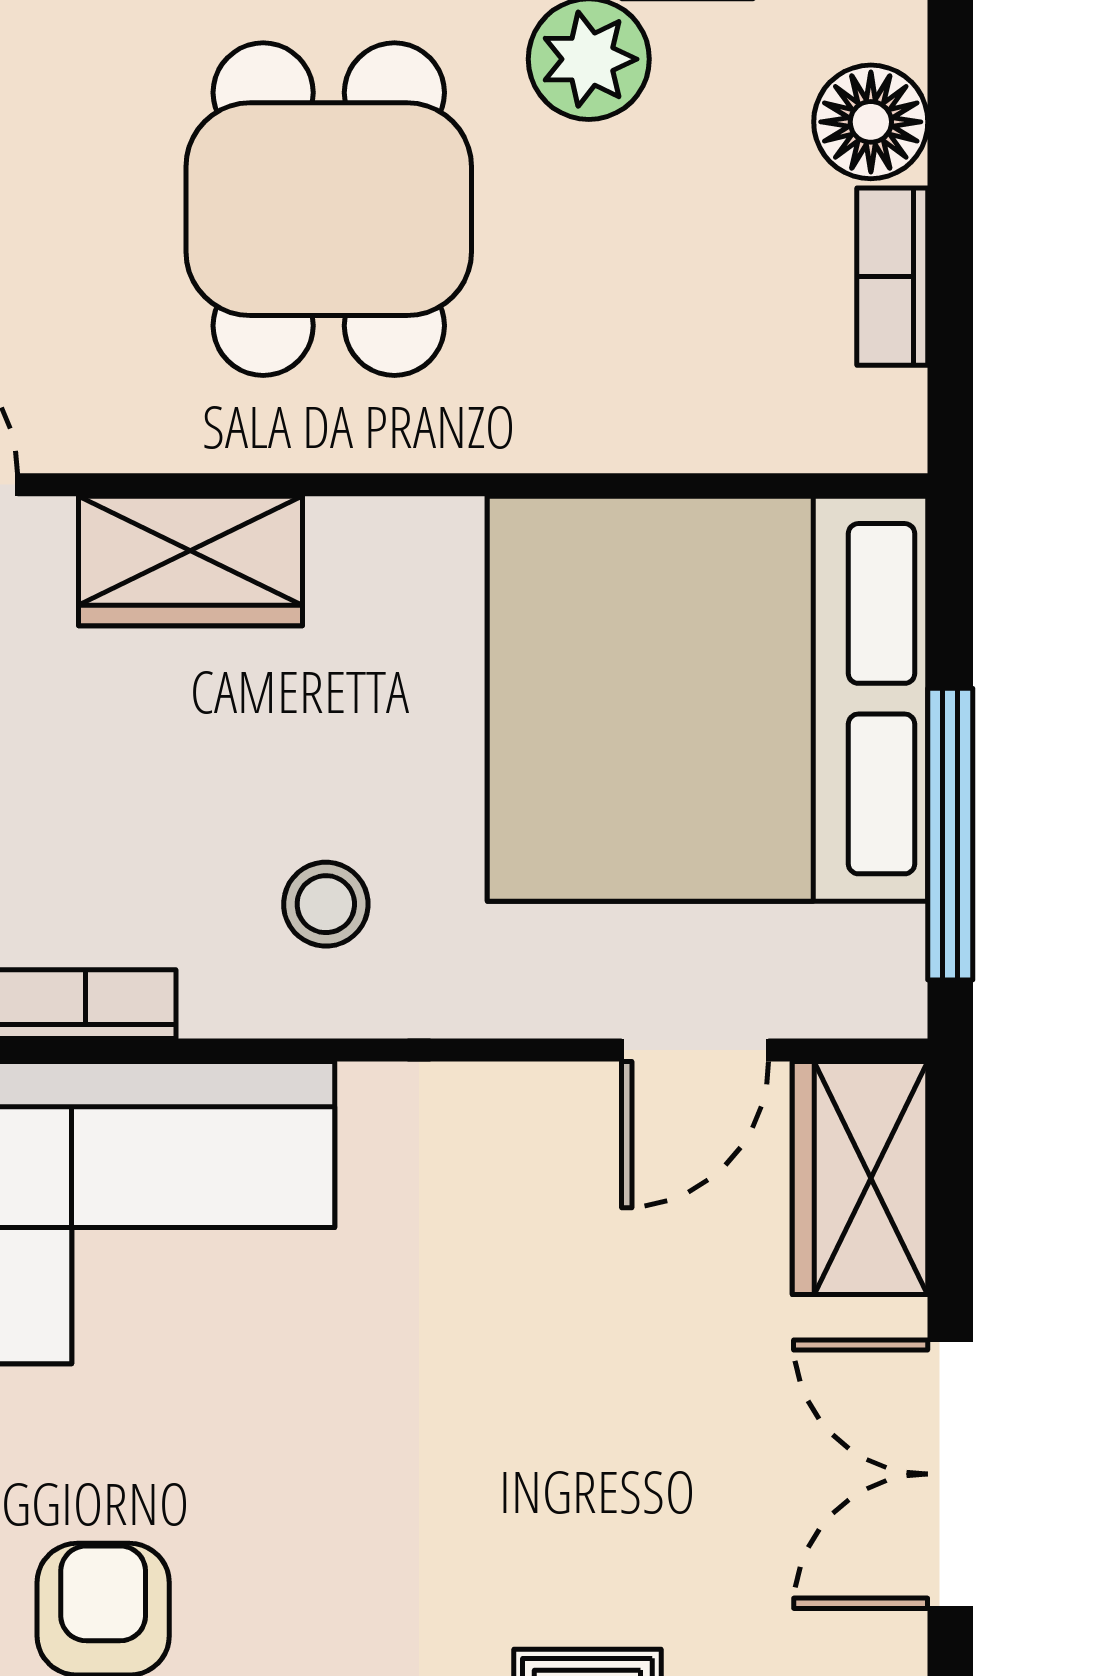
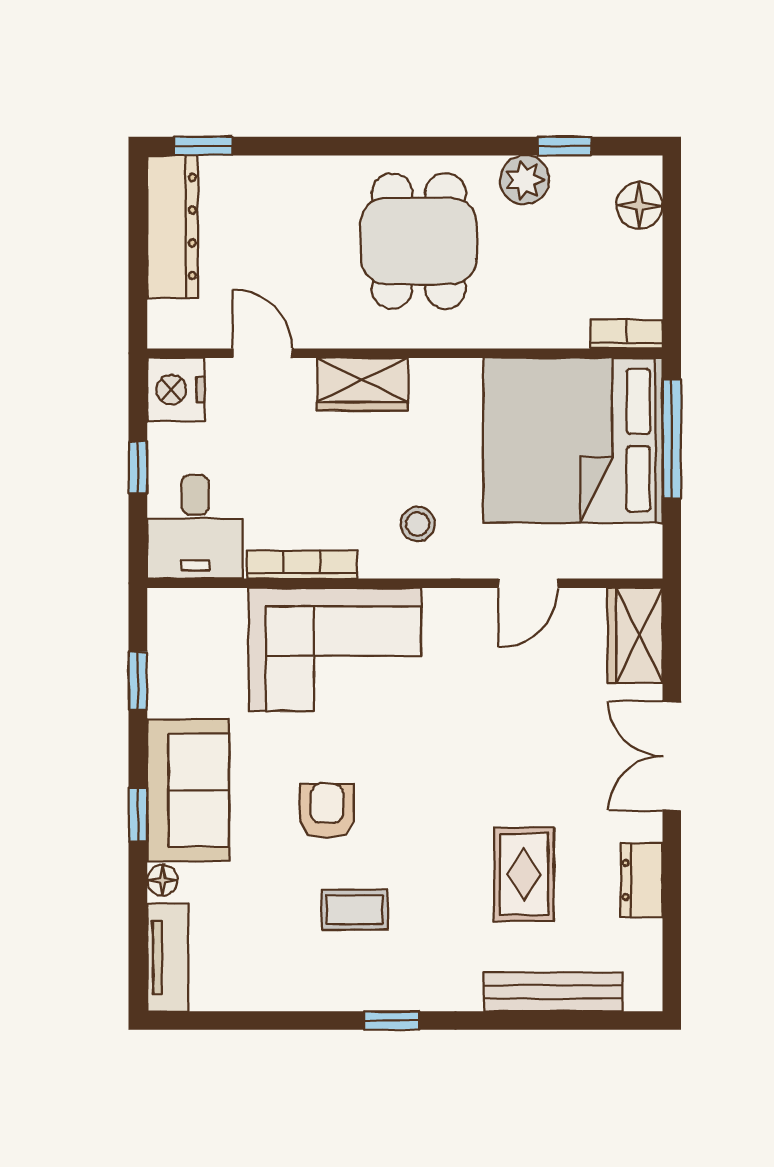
bookcase: (892, 277) -> (626, 334), moved, turned 90
window: (950, 834) -> (672, 439), moved
door: (695, 1050) -> (528, 583), moved

